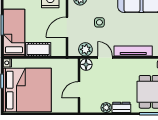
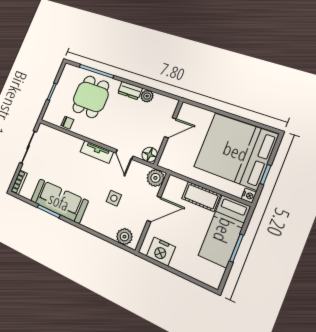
plant: (85, 49) -> (155, 178), moved
tv unit: (133, 51) -> (97, 152), width x0.71

